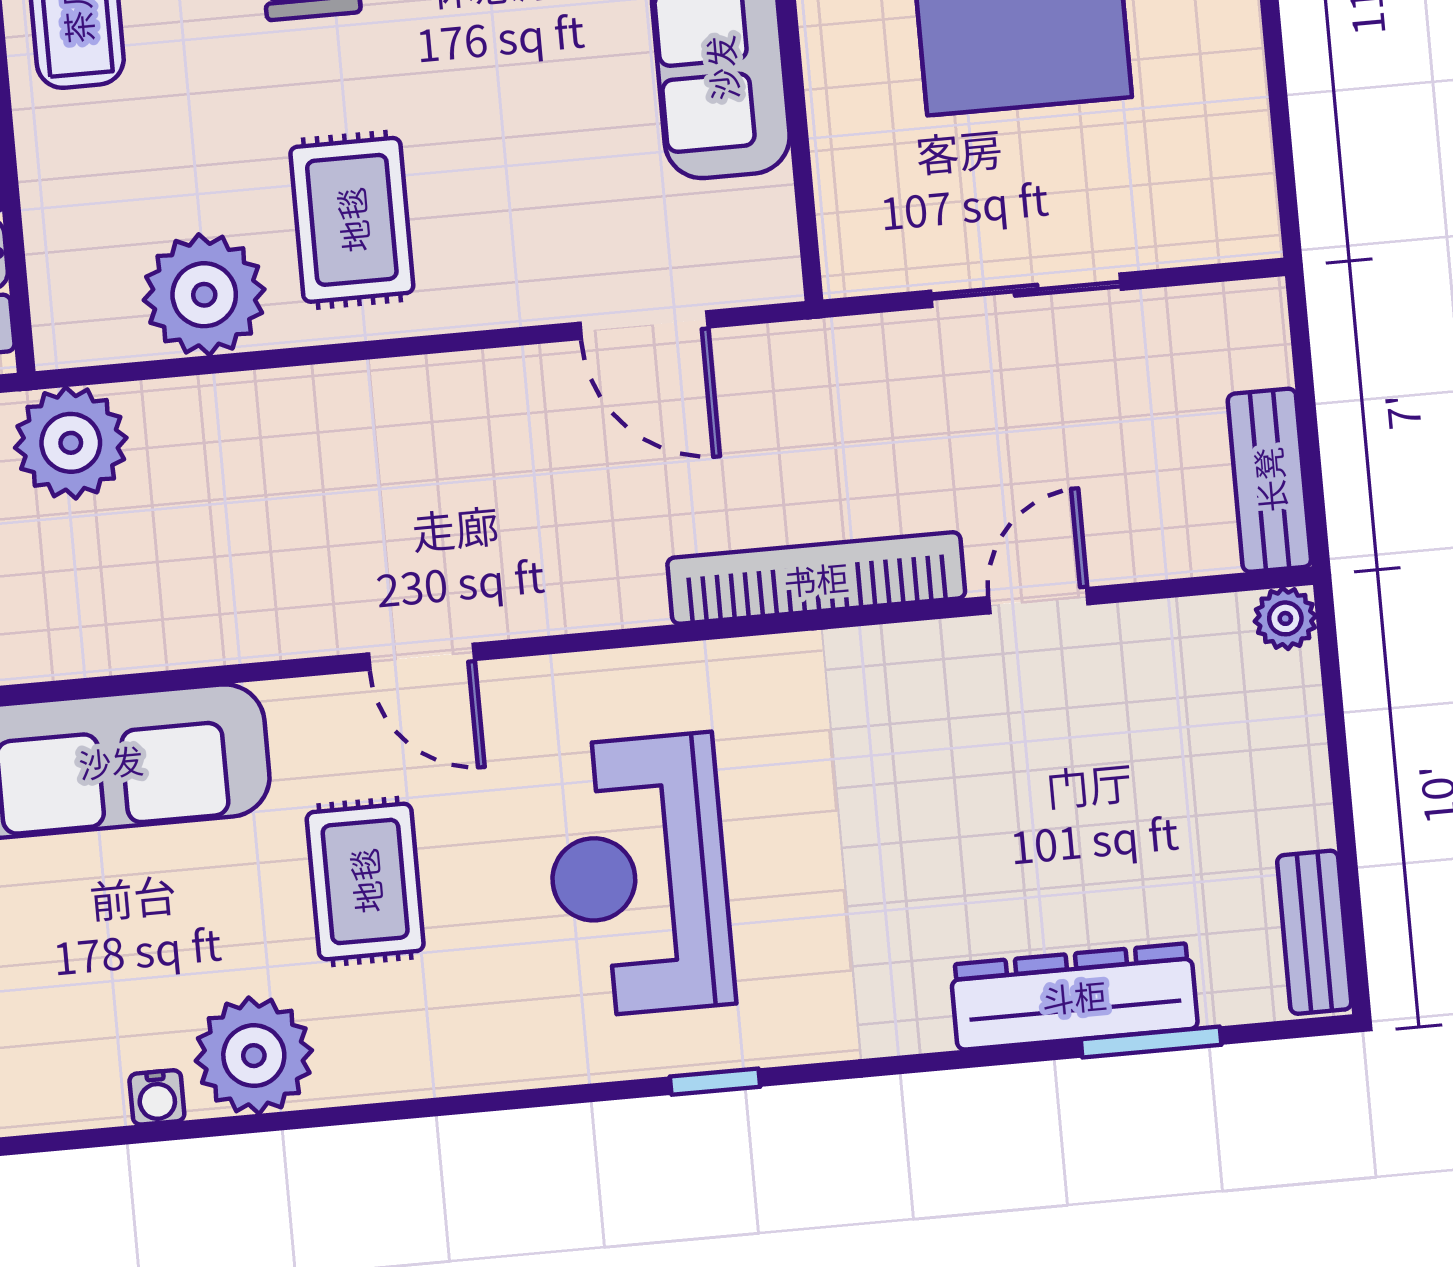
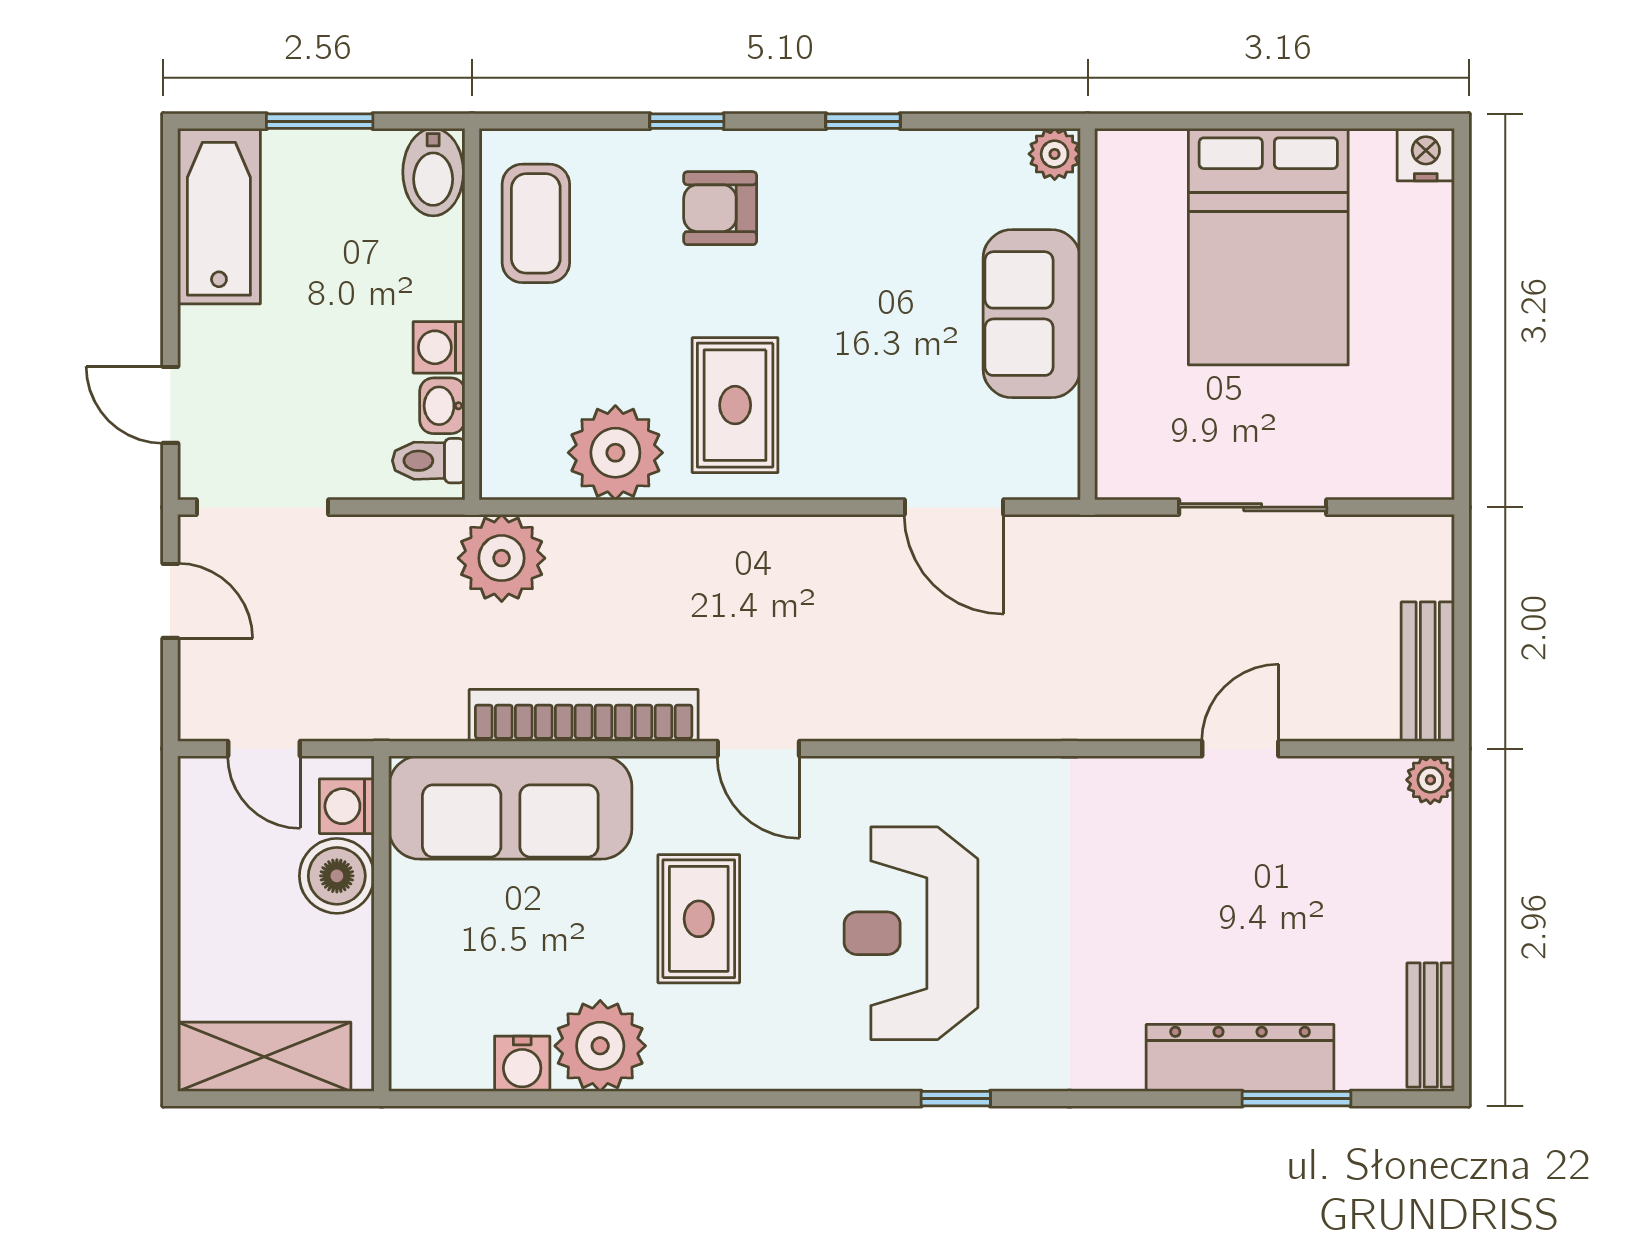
bookcase: (816, 578) -> (584, 715), moved
water cooler: (157, 1097) -> (522, 1064), width x1.38, depth x1.38

